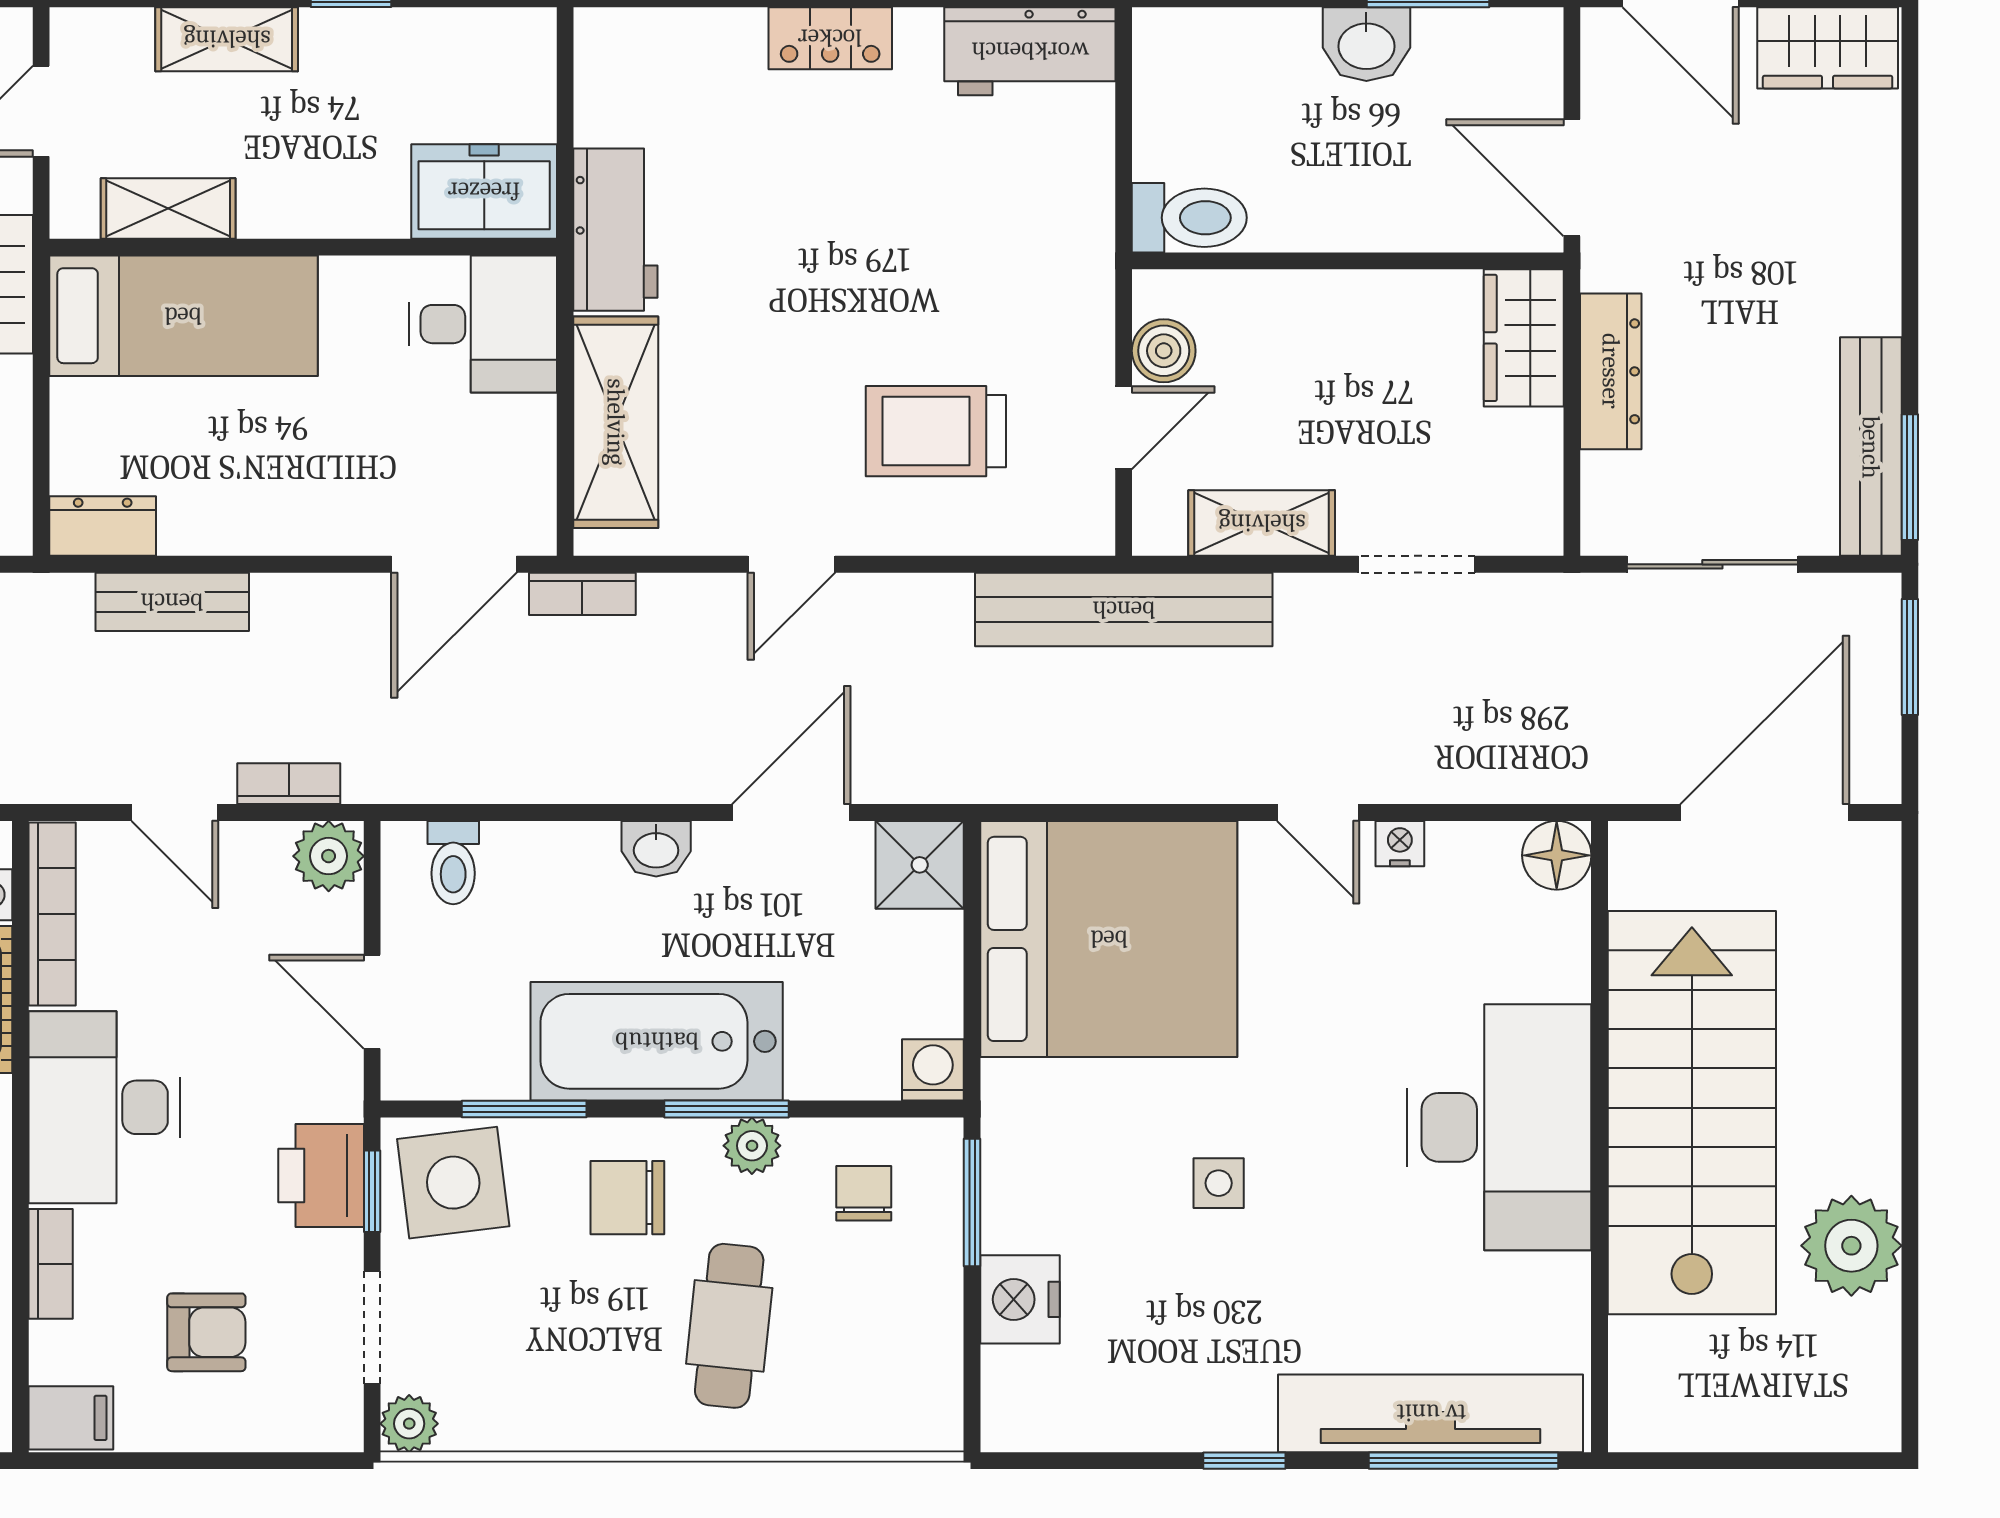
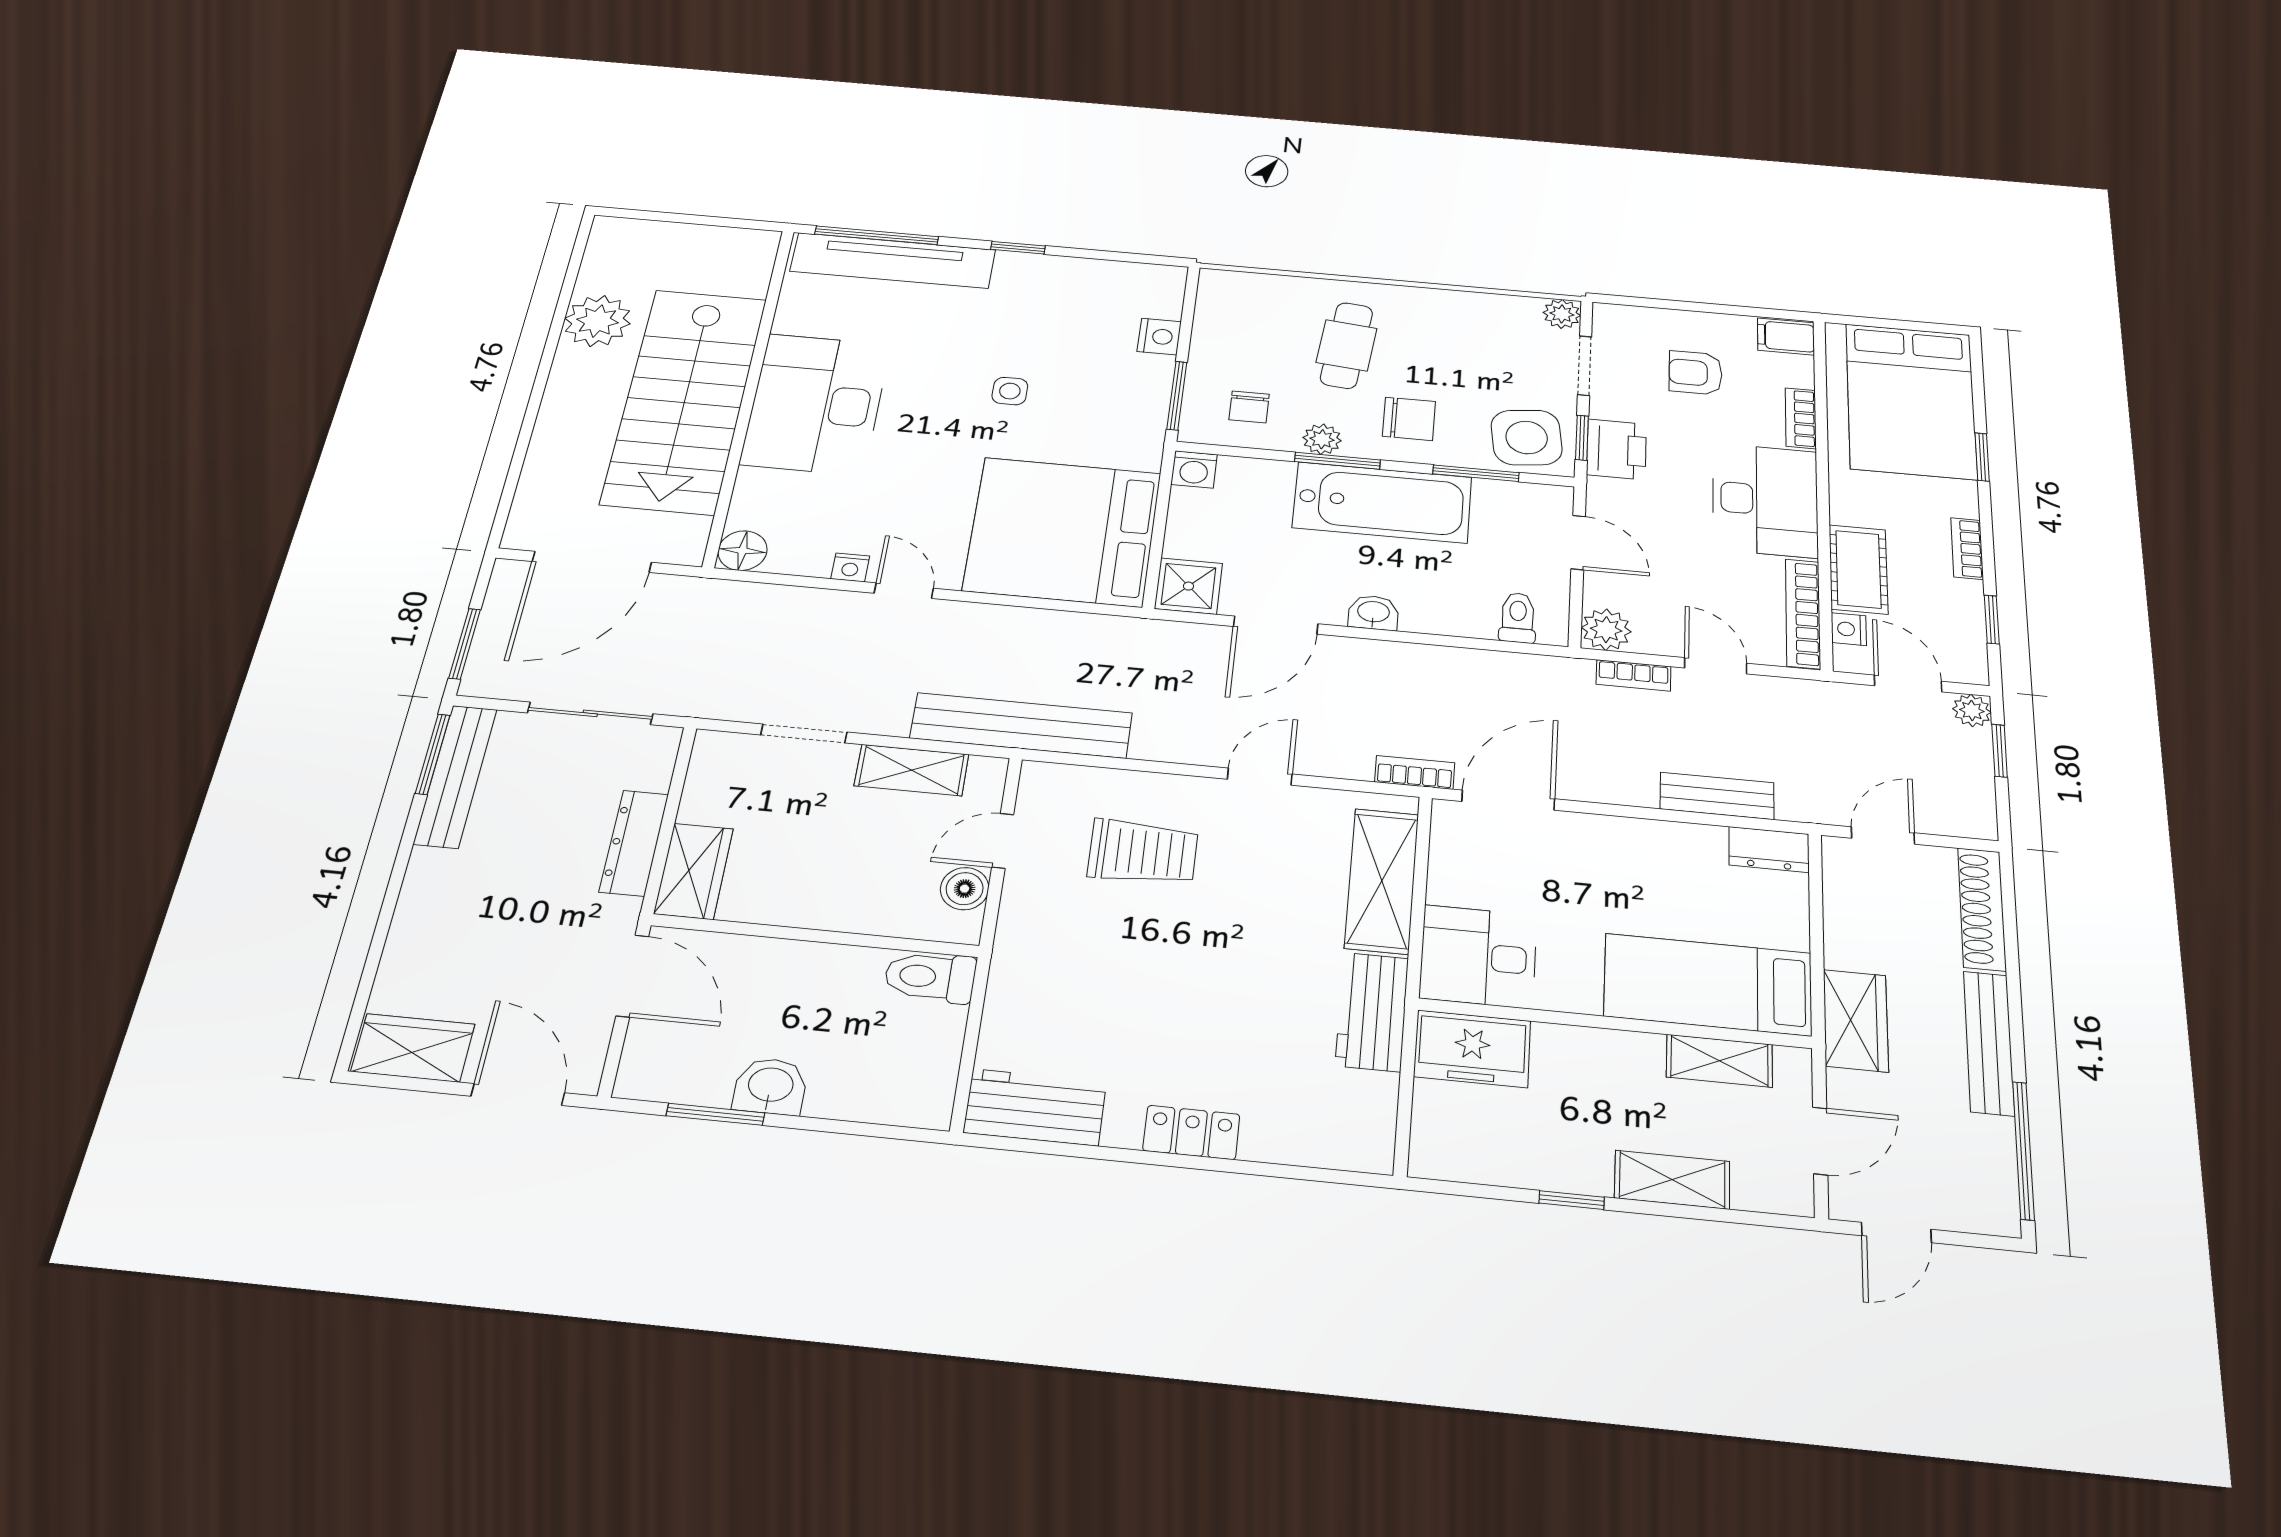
nightstand: (1020, 1299) -> (1159, 337), width x0.74, depth x0.75

